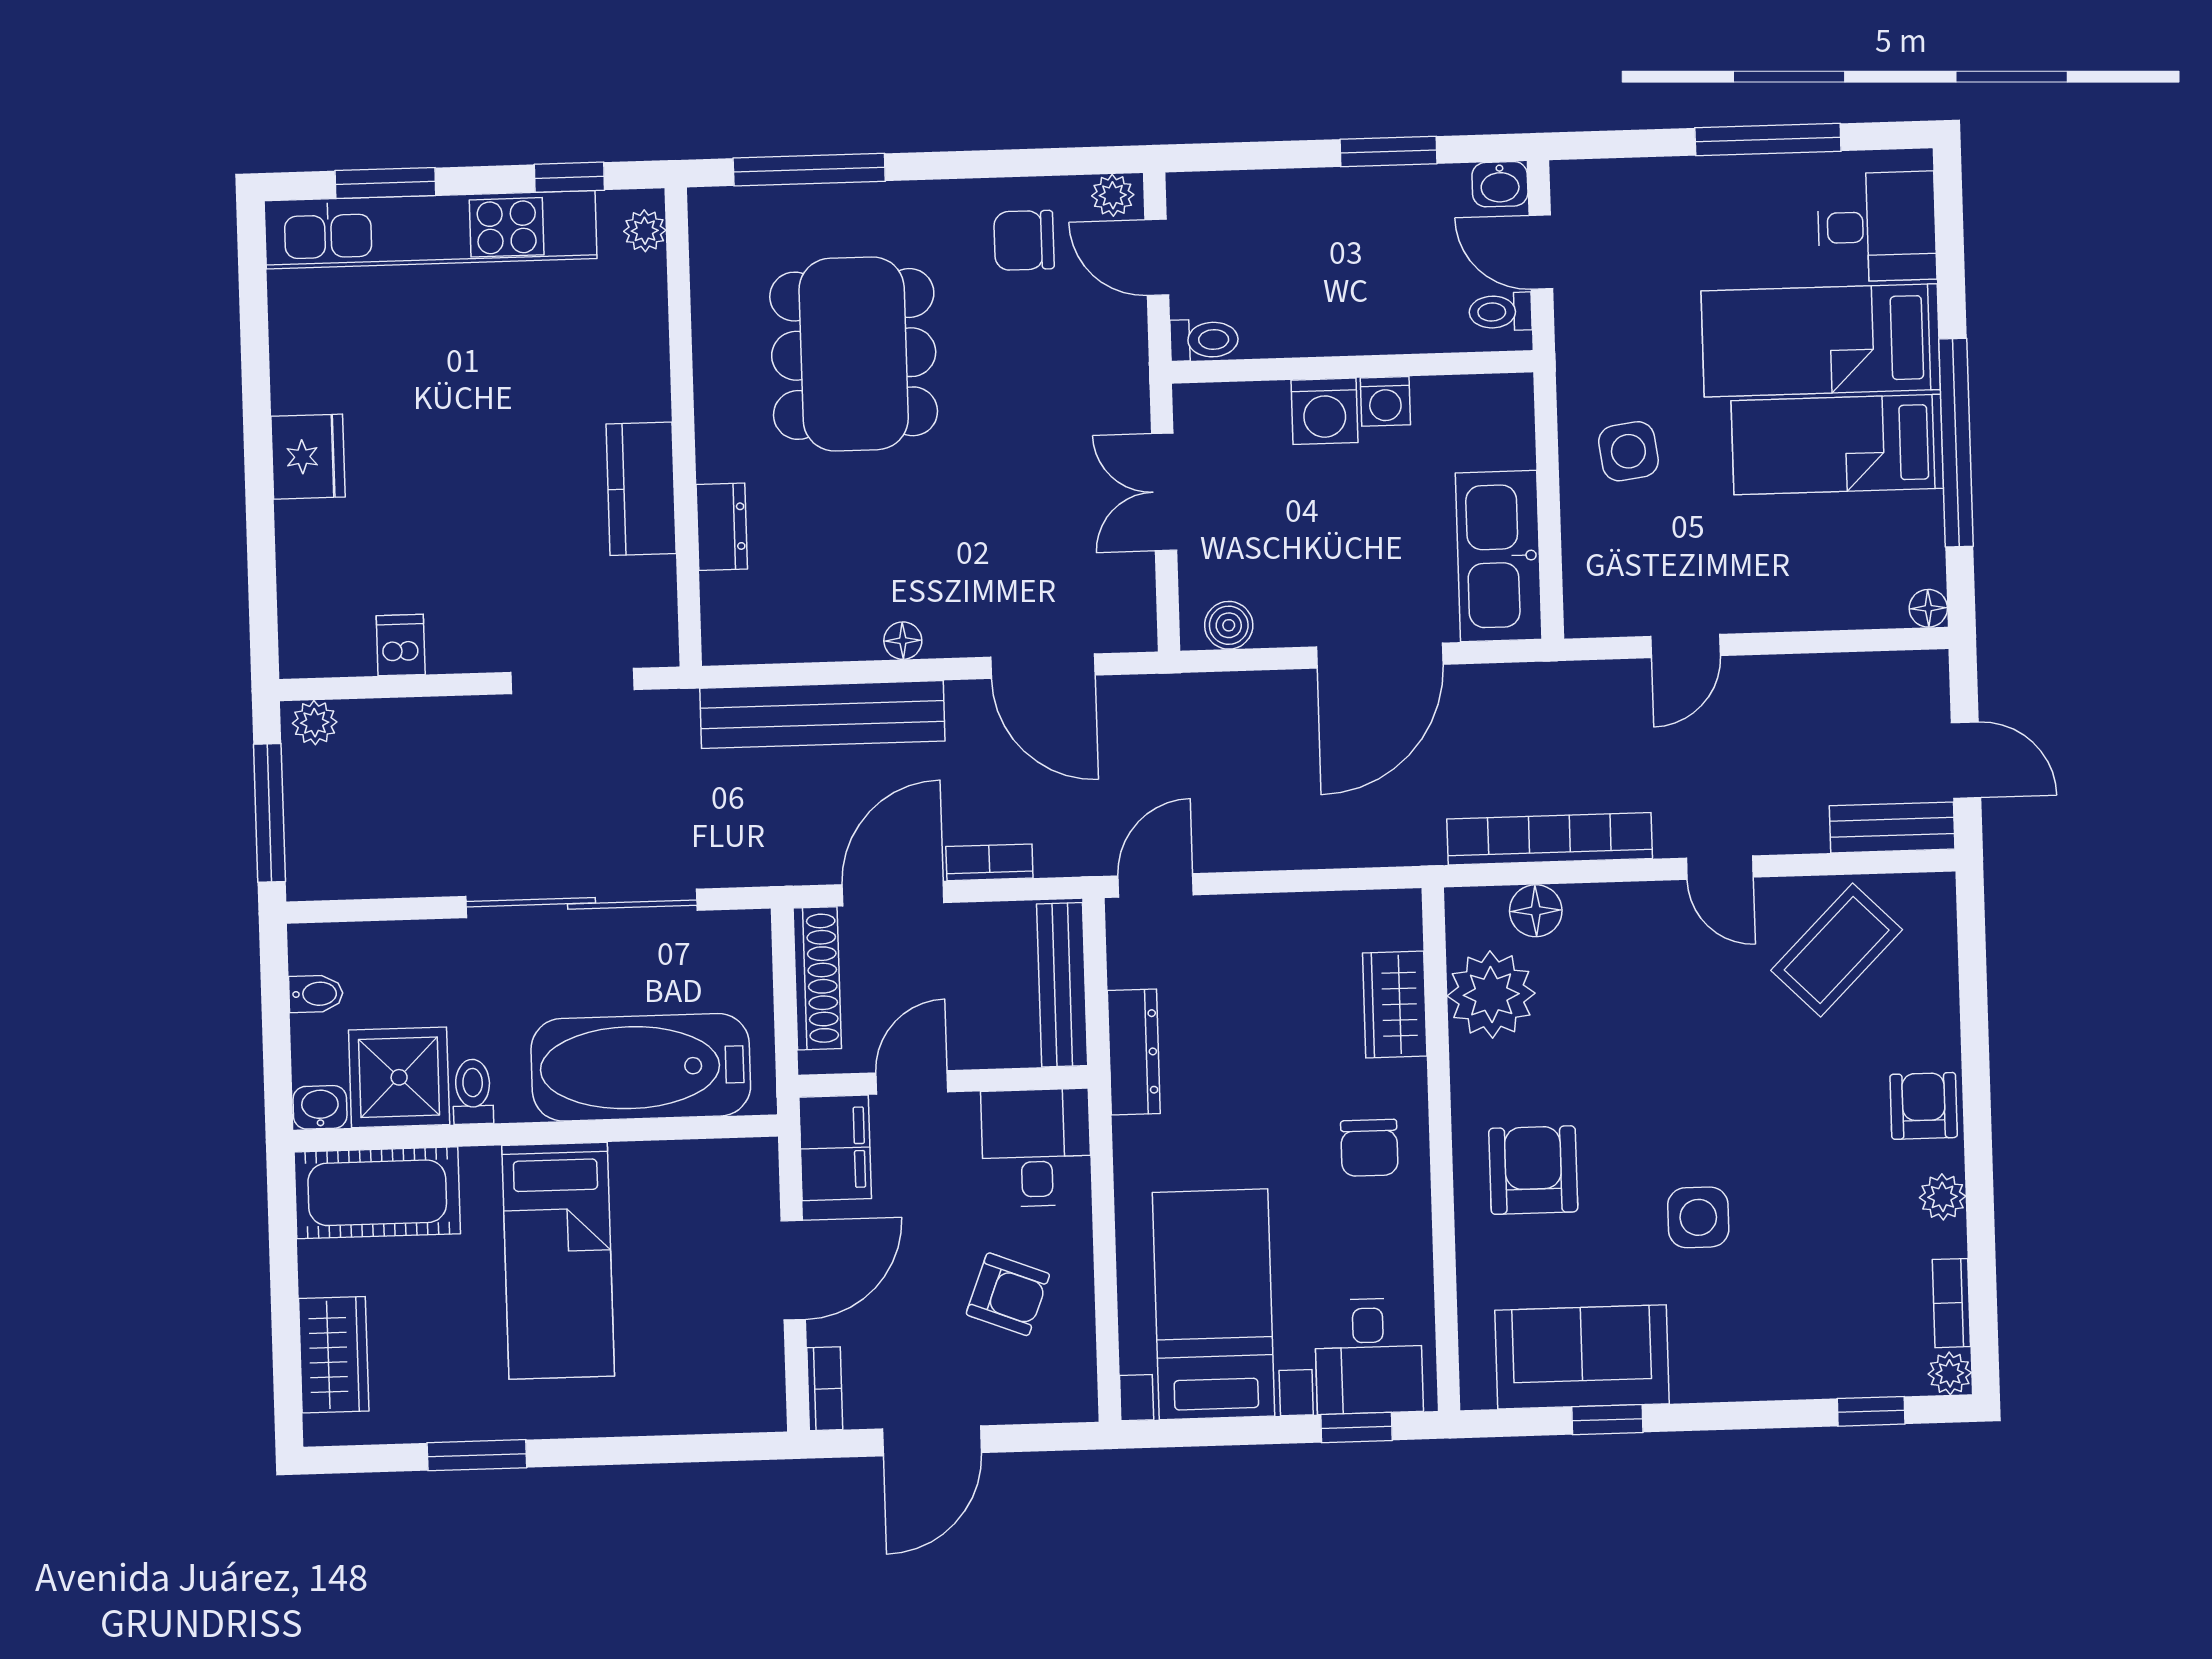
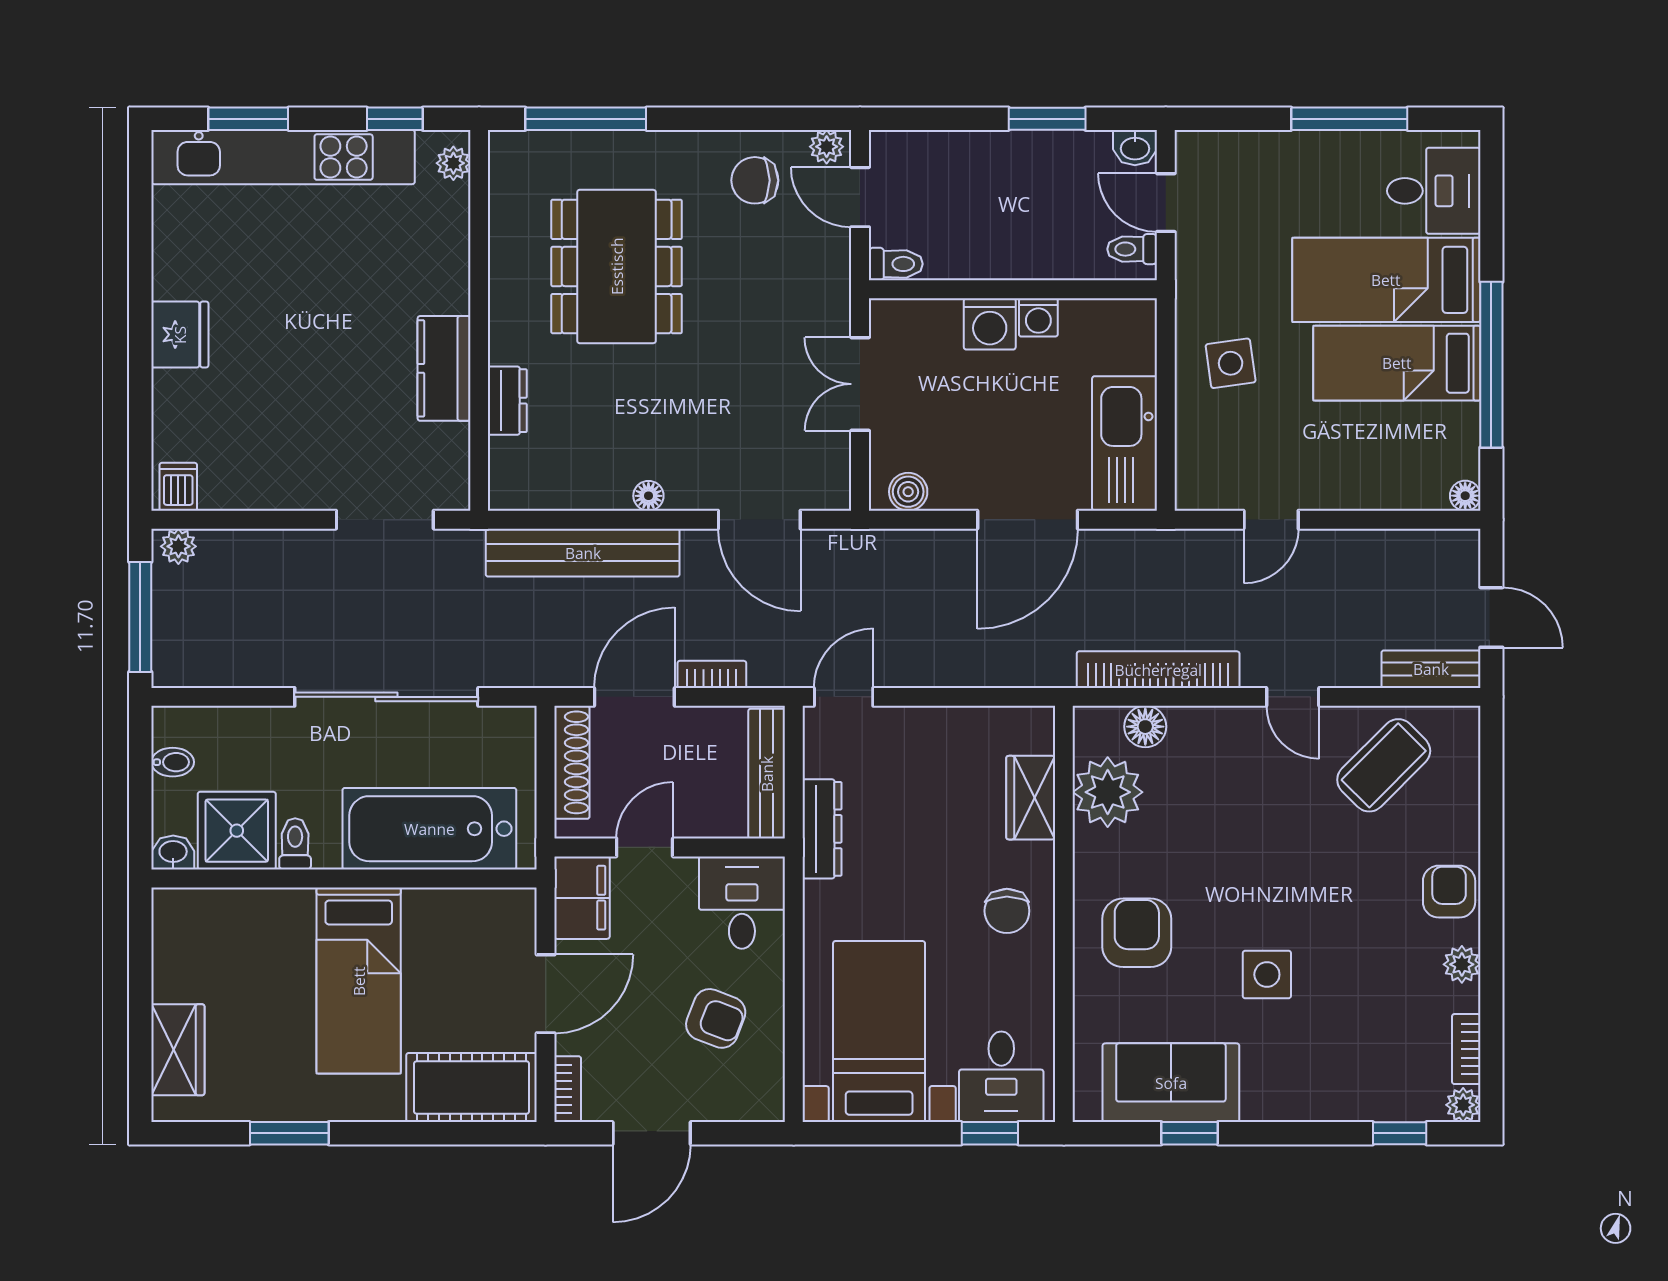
dishwasher: (401, 645) -> (178, 487), moved
cot: (377, 1193) -> (472, 1087), moved

